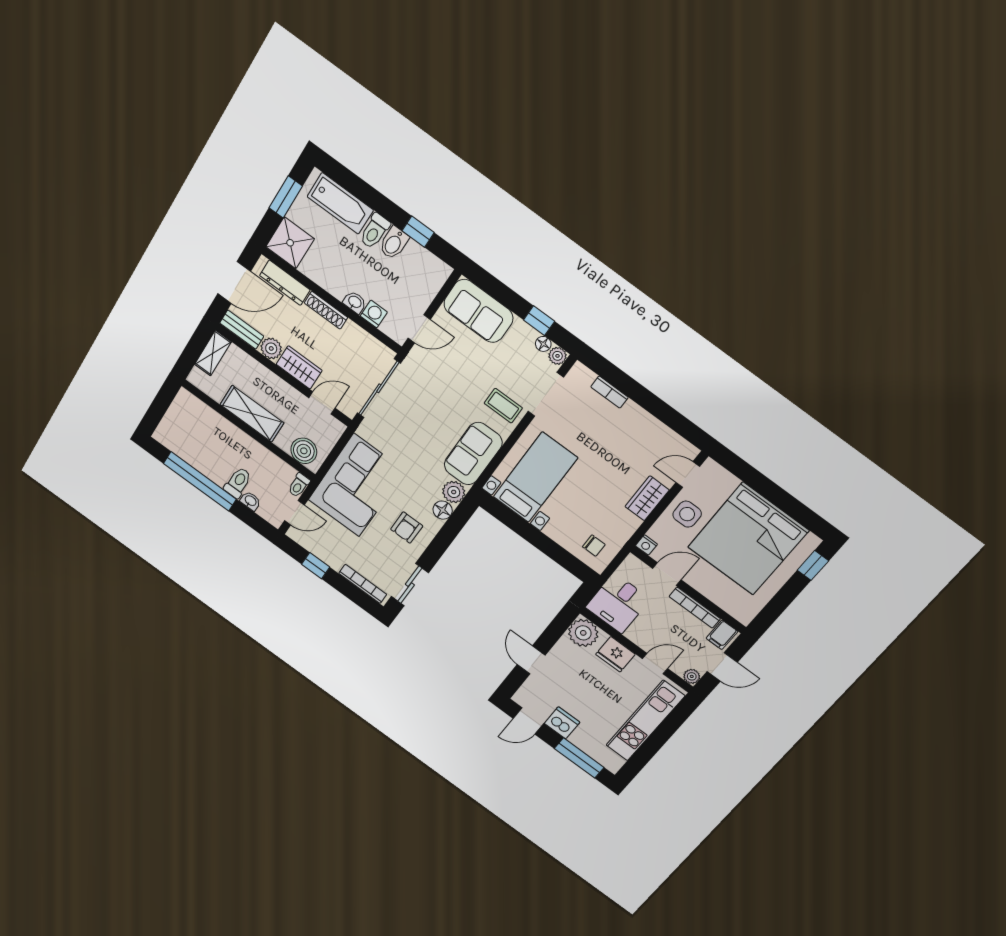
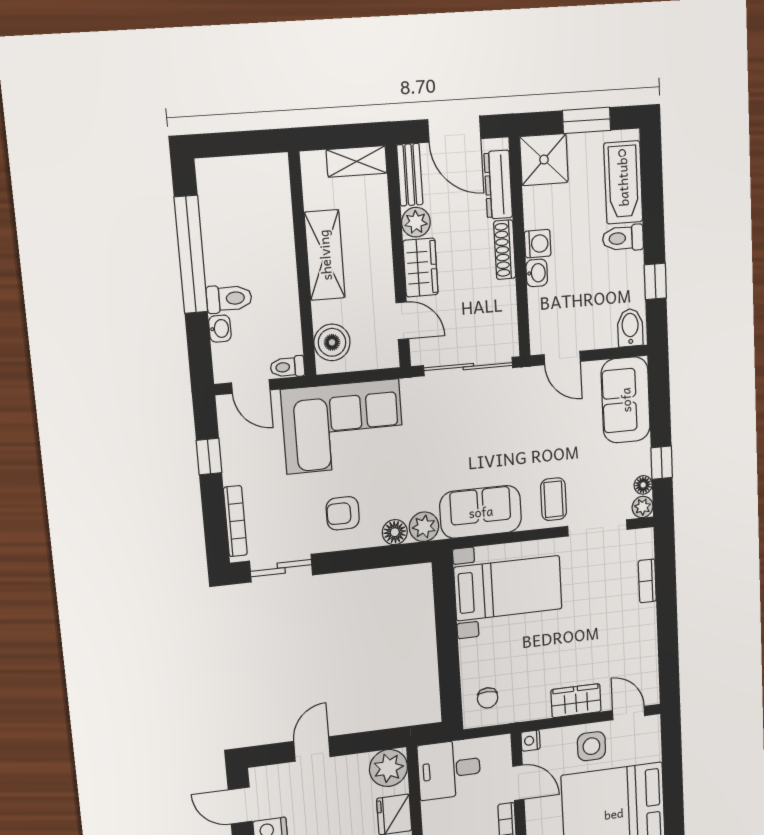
bidet: (394, 243) -> (630, 328), moved, turned 90
washing machine: (374, 314) -> (538, 244), moved

